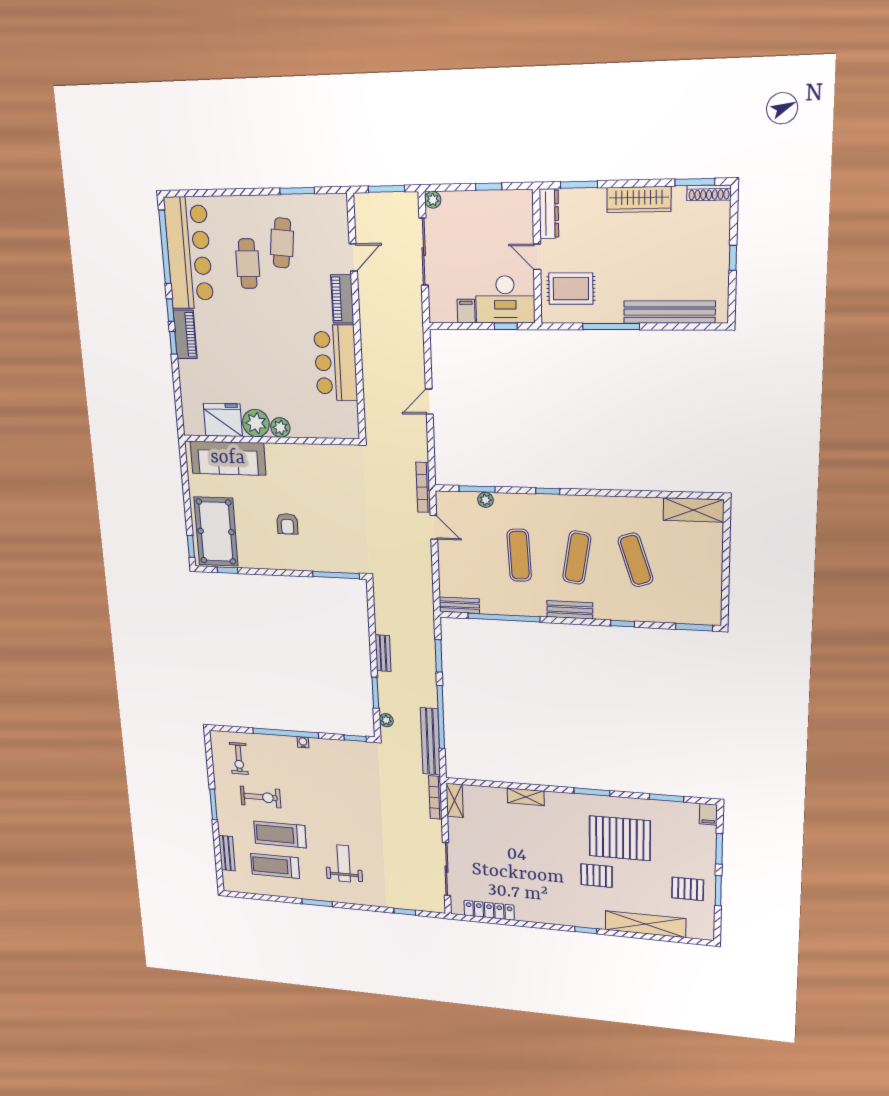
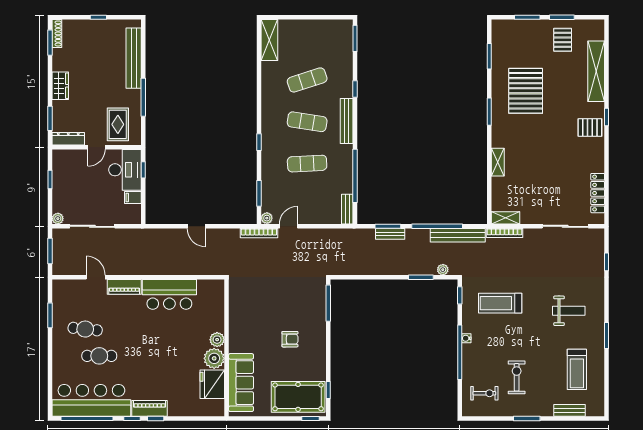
wardrobe: (639, 199) -> (60, 86), width x0.67
plant: (485, 500) -> (267, 218), moved
bench: (570, 610) -> (347, 121), width x1.36
bench: (383, 653) -> (390, 234), moved
filing cabinet: (708, 814) -> (500, 26), removed
treadmill: (280, 834) -> (500, 303), moved, turned 90
weight bench: (344, 863) -> (569, 311), turned 180
pallet: (597, 876) -> (590, 127), moved, turned 90

